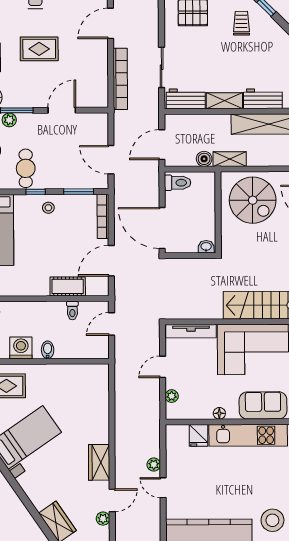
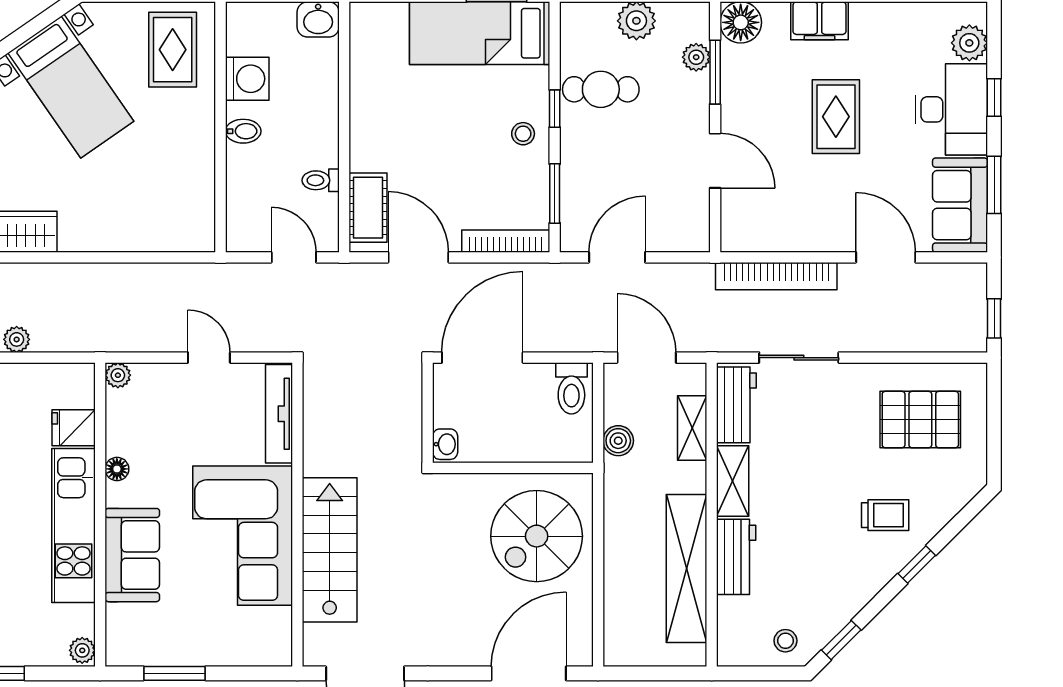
shelving: (230, 159) -> (692, 428), moved
cot: (68, 286) -> (368, 208), moved
plant: (172, 396) -> (118, 375), moved

